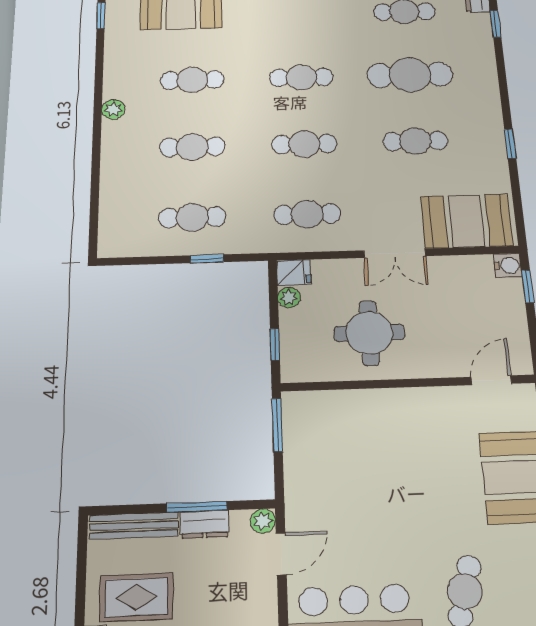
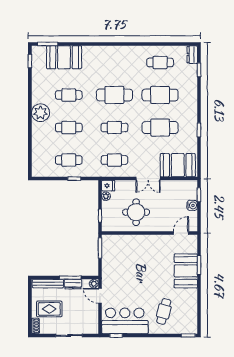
cafe table: (301, 77) -> (114, 95), width x1.37, depth x1.35
plant: (113, 109) -> (40, 113), width x1.87, depth x1.87
cafe table: (415, 141) -> (160, 128), width x1.37, depth x1.35
water cooler: (508, 265) -> (192, 205), moved
door: (281, 554) -> (100, 296), swing flipped

